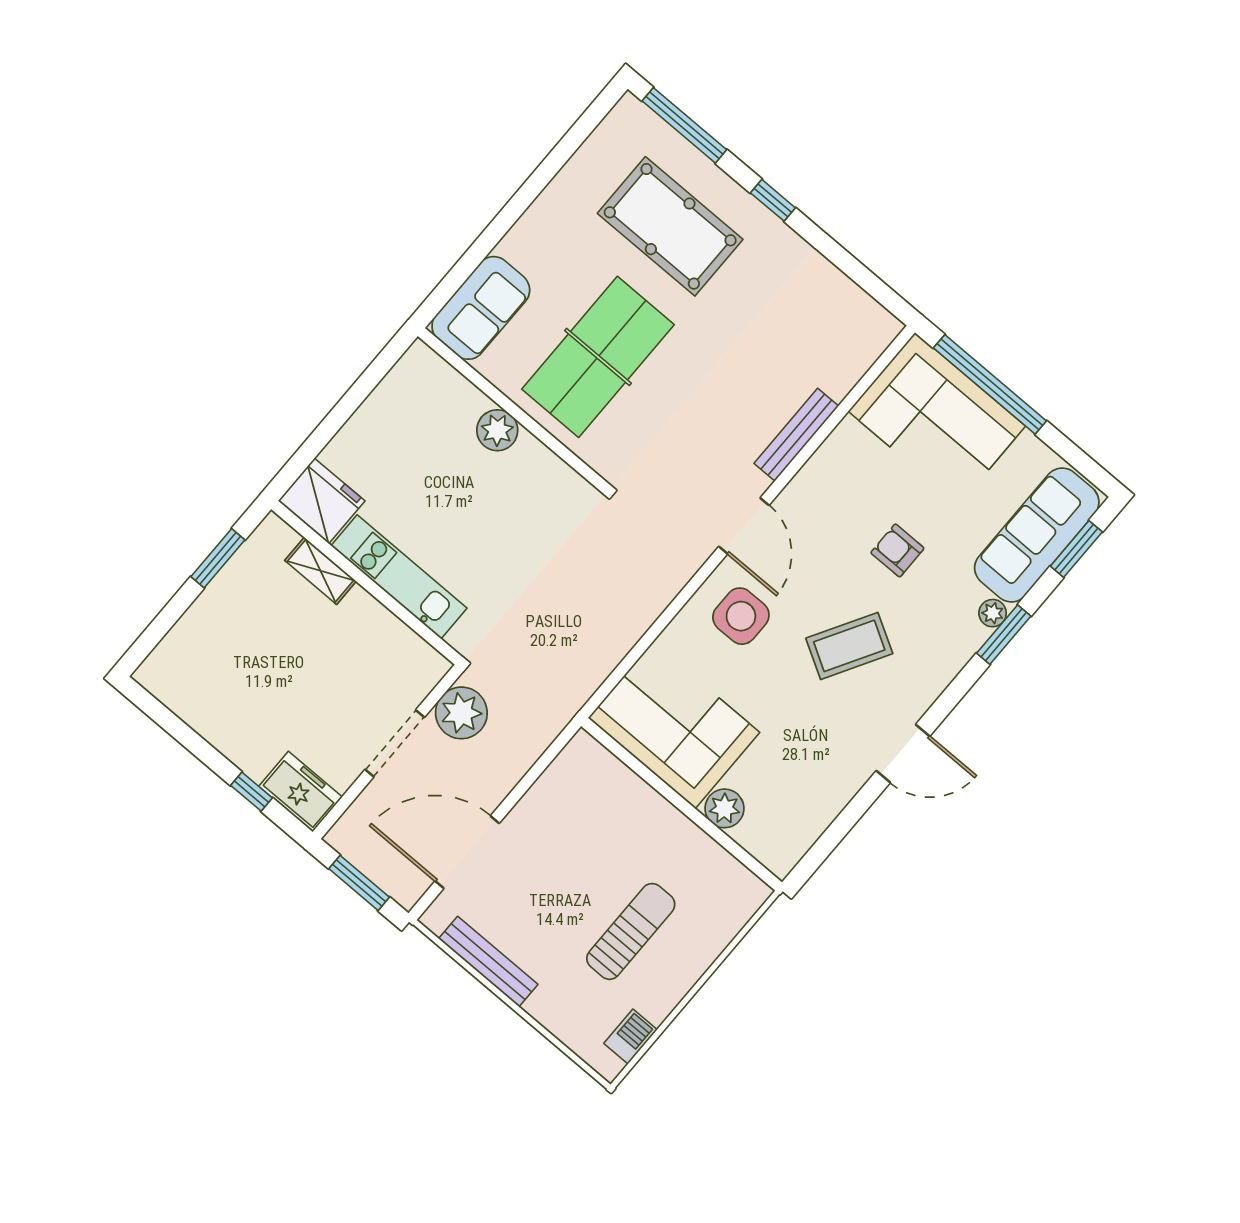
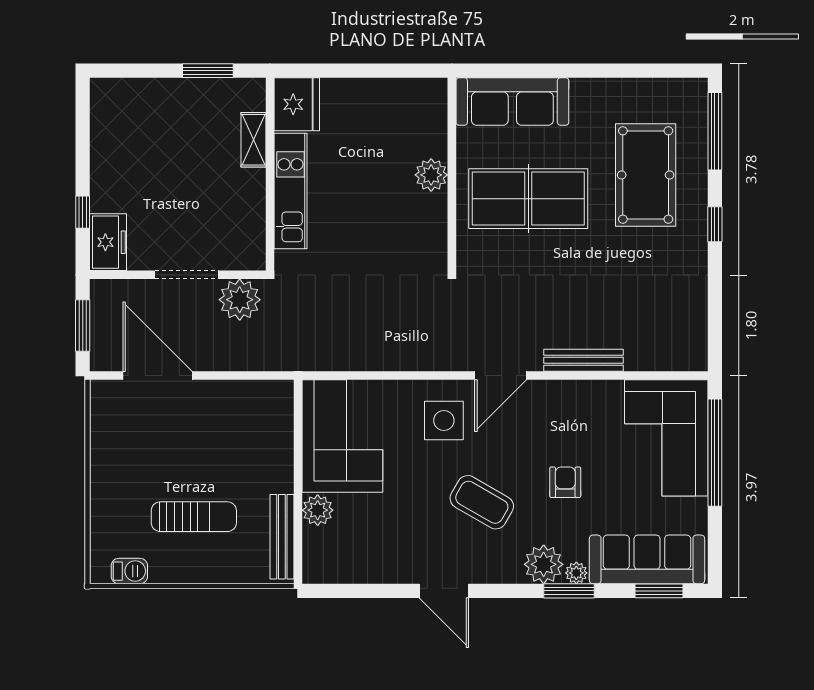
sofa: (481, 308) -> (512, 101), width x1.36
plant: (958, 637) -> (544, 564), added
bench: (488, 962) -> (282, 537), moved

